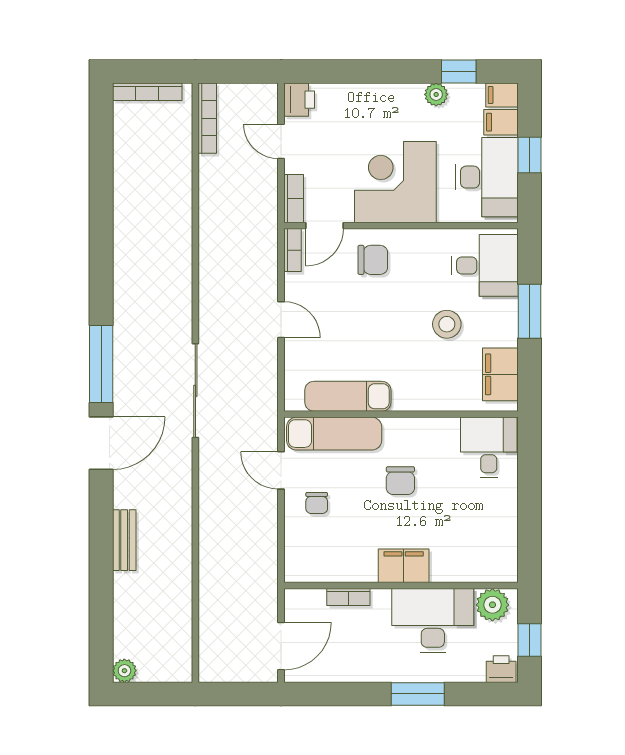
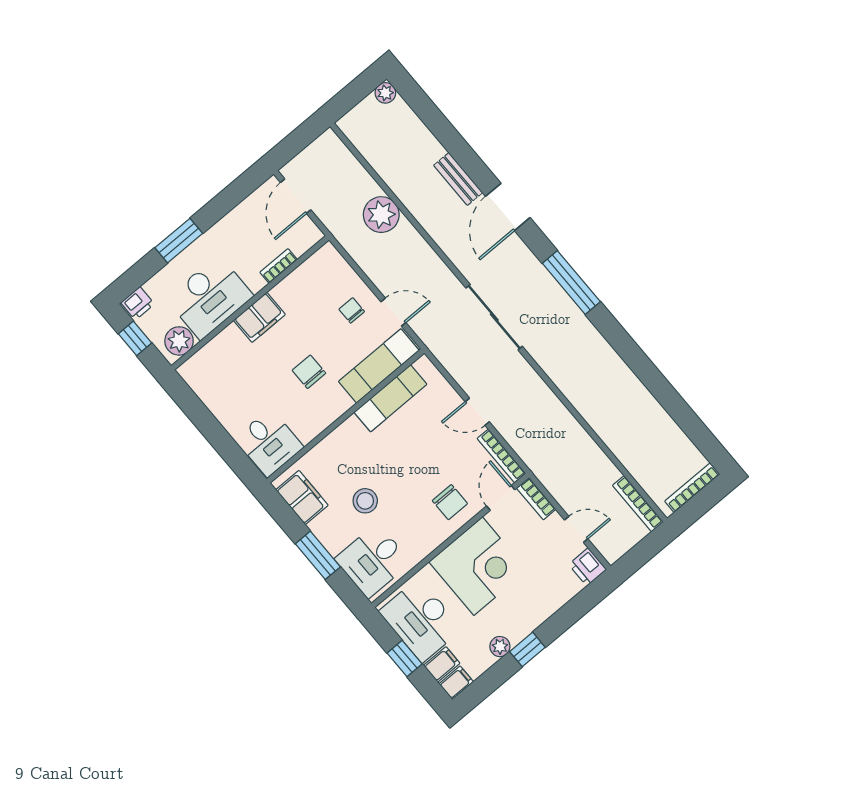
window: (459, 71) -> (527, 649), moved
bookcase: (293, 250) -> (501, 456), width x1.56
chair: (373, 260) -> (450, 502), turned -90
door: (101, 443) -> (508, 207), moved
plant: (219, 566) -> (381, 215), added

